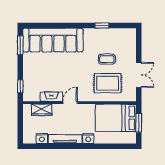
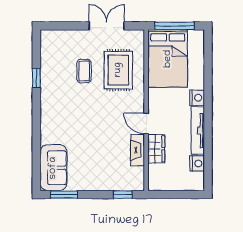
sofa: (53, 40) -> (53, 168), width x0.54, depth x0.79
wardrobe: (42, 110) -> (156, 149), moved
window: (139, 123) -> (175, 26), width x1.44

